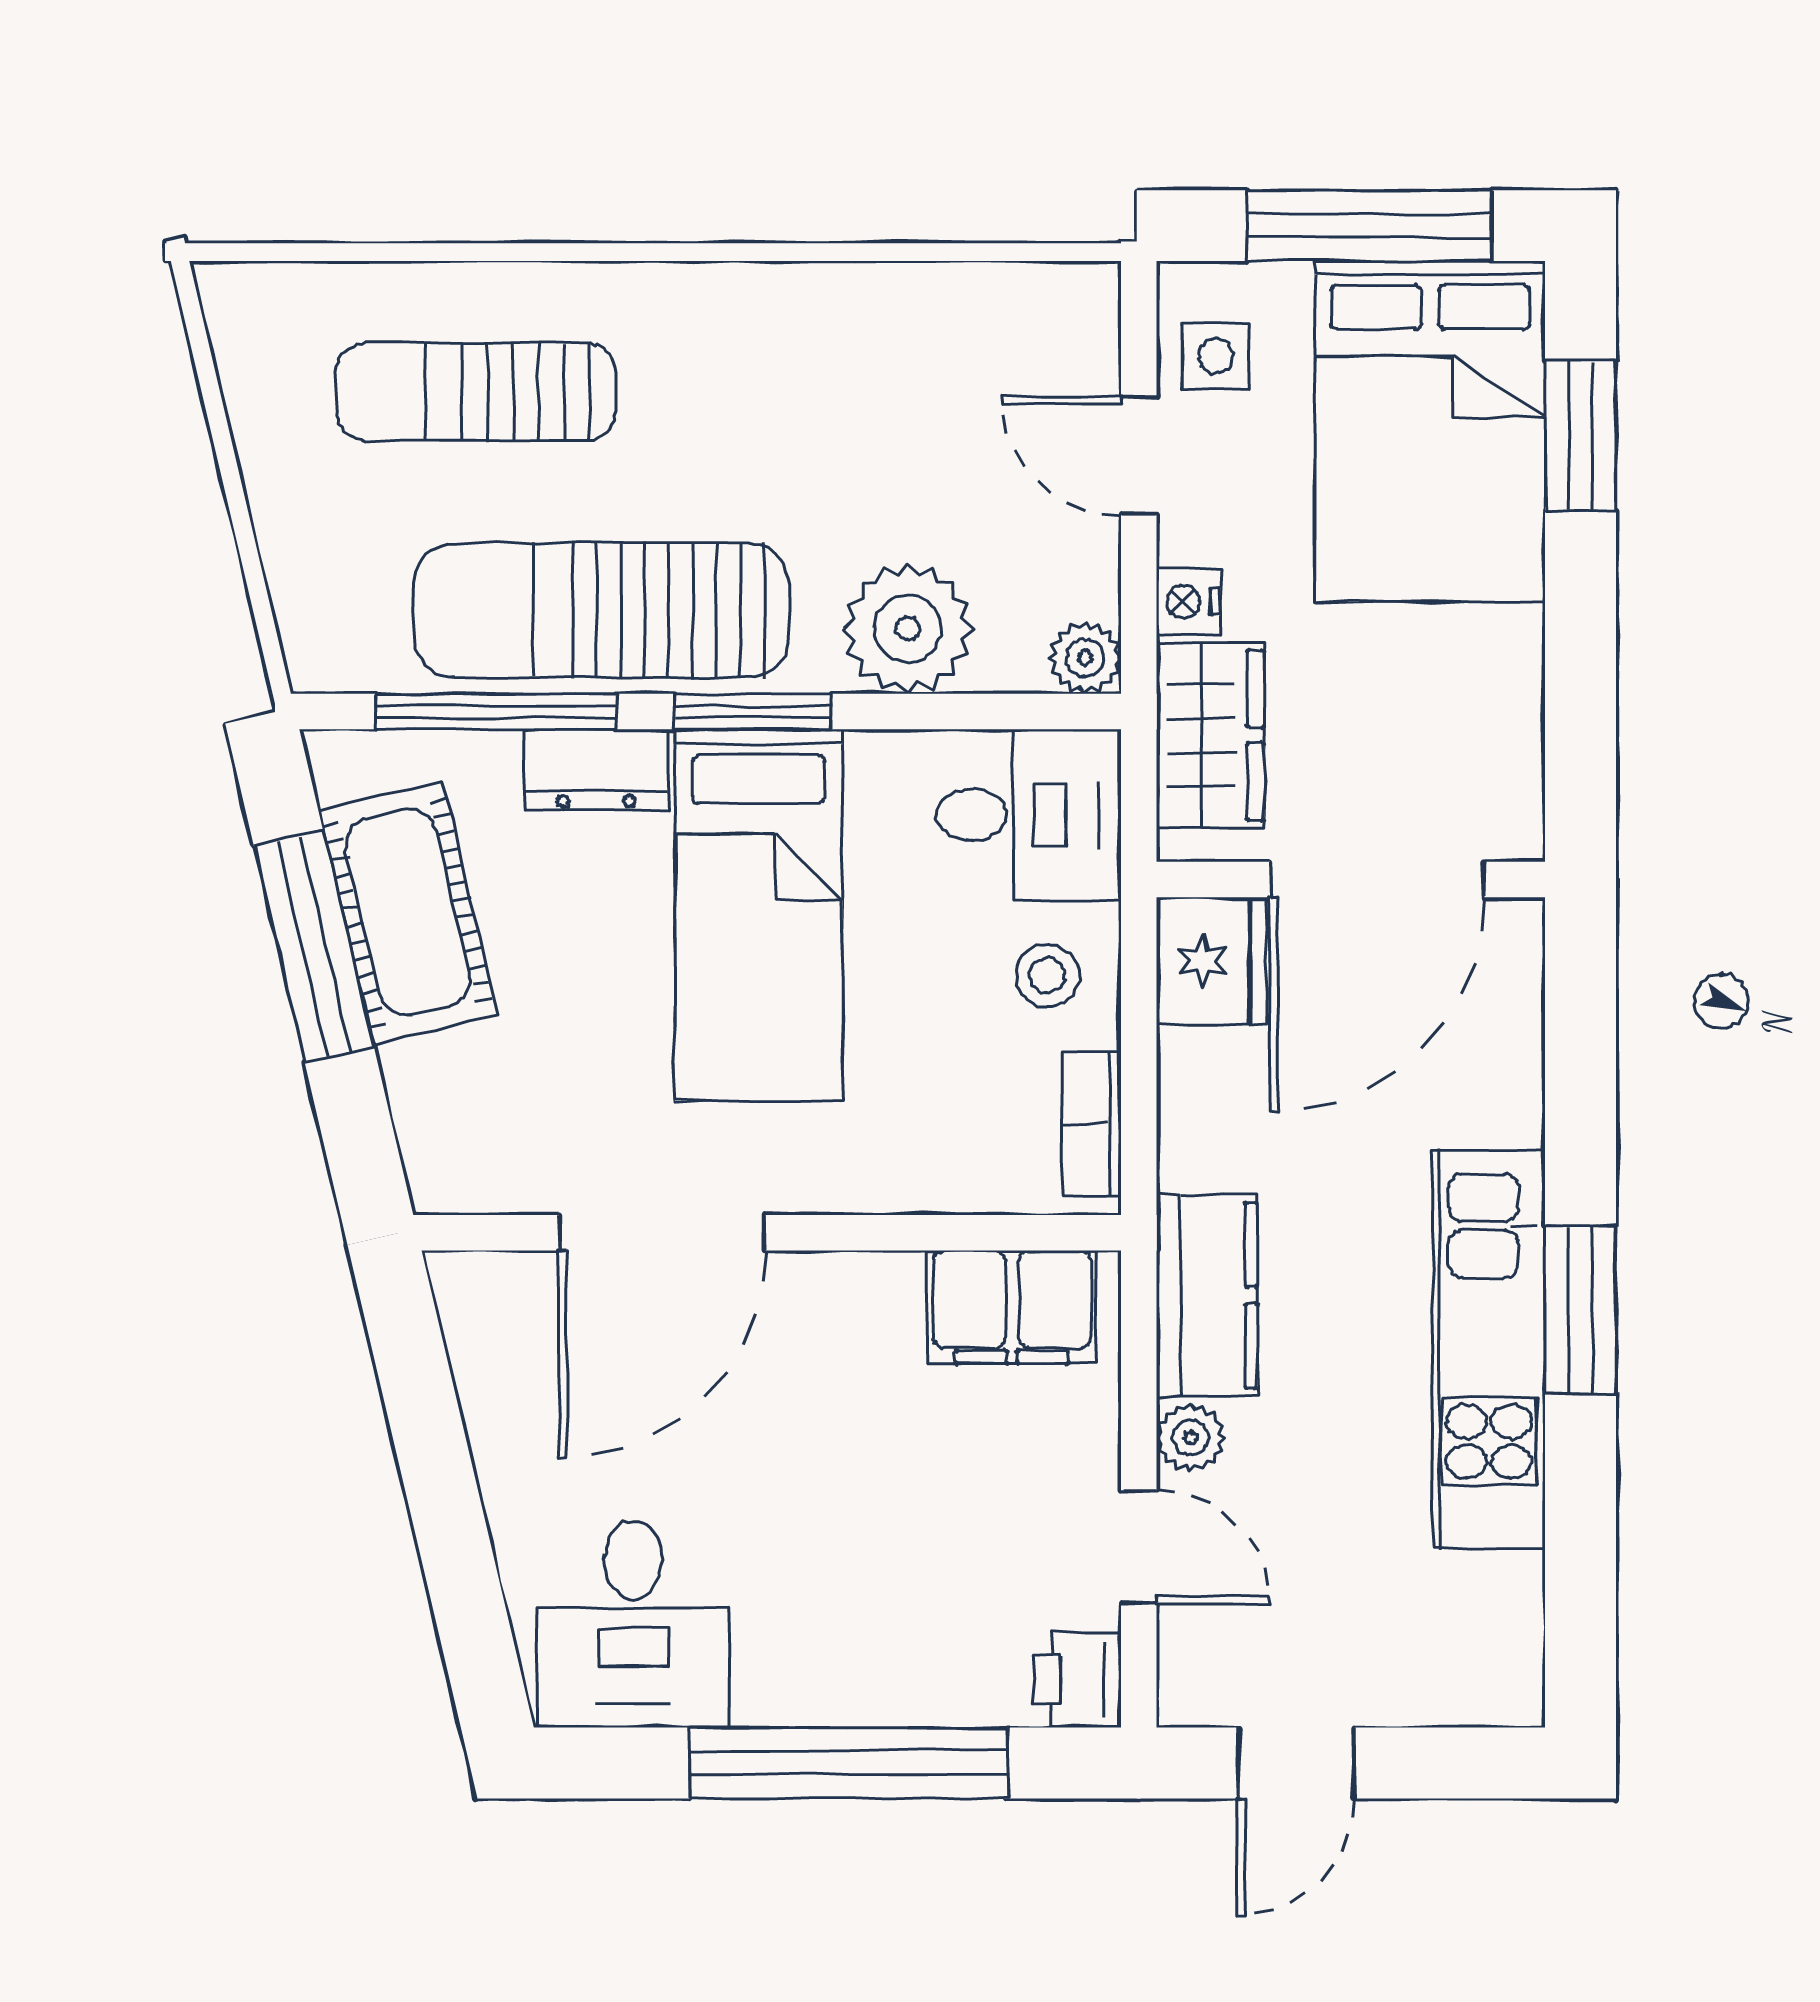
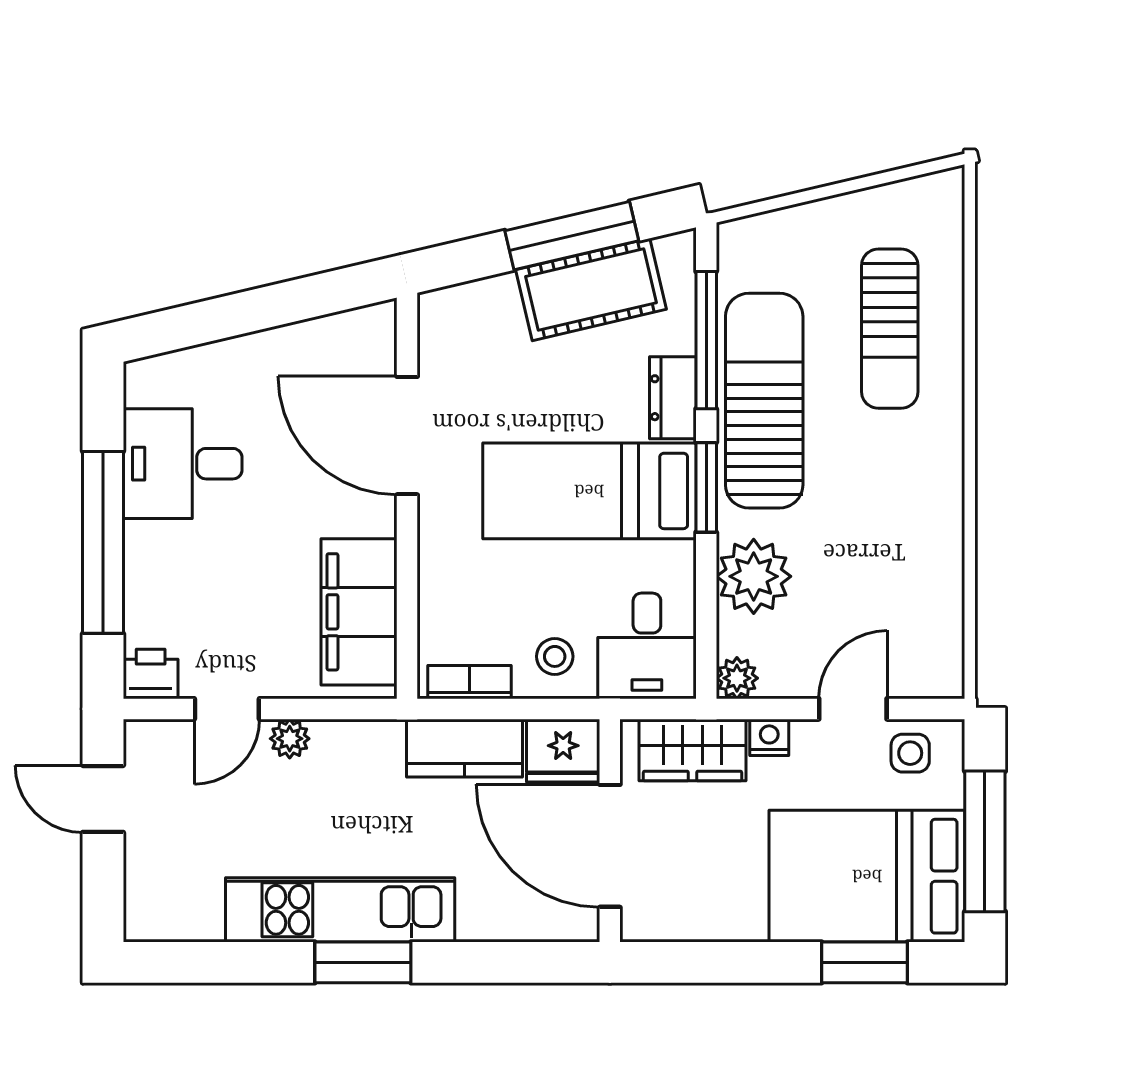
sun lounger: (476, 392) -> (890, 329), turned 180
kitchen counter: (1207, 1295) -> (465, 748), moved
filing cabinet: (1012, 1307) -> (359, 612), width x1.50, depth x1.17
desk: (633, 1624) -> (183, 464), moved

